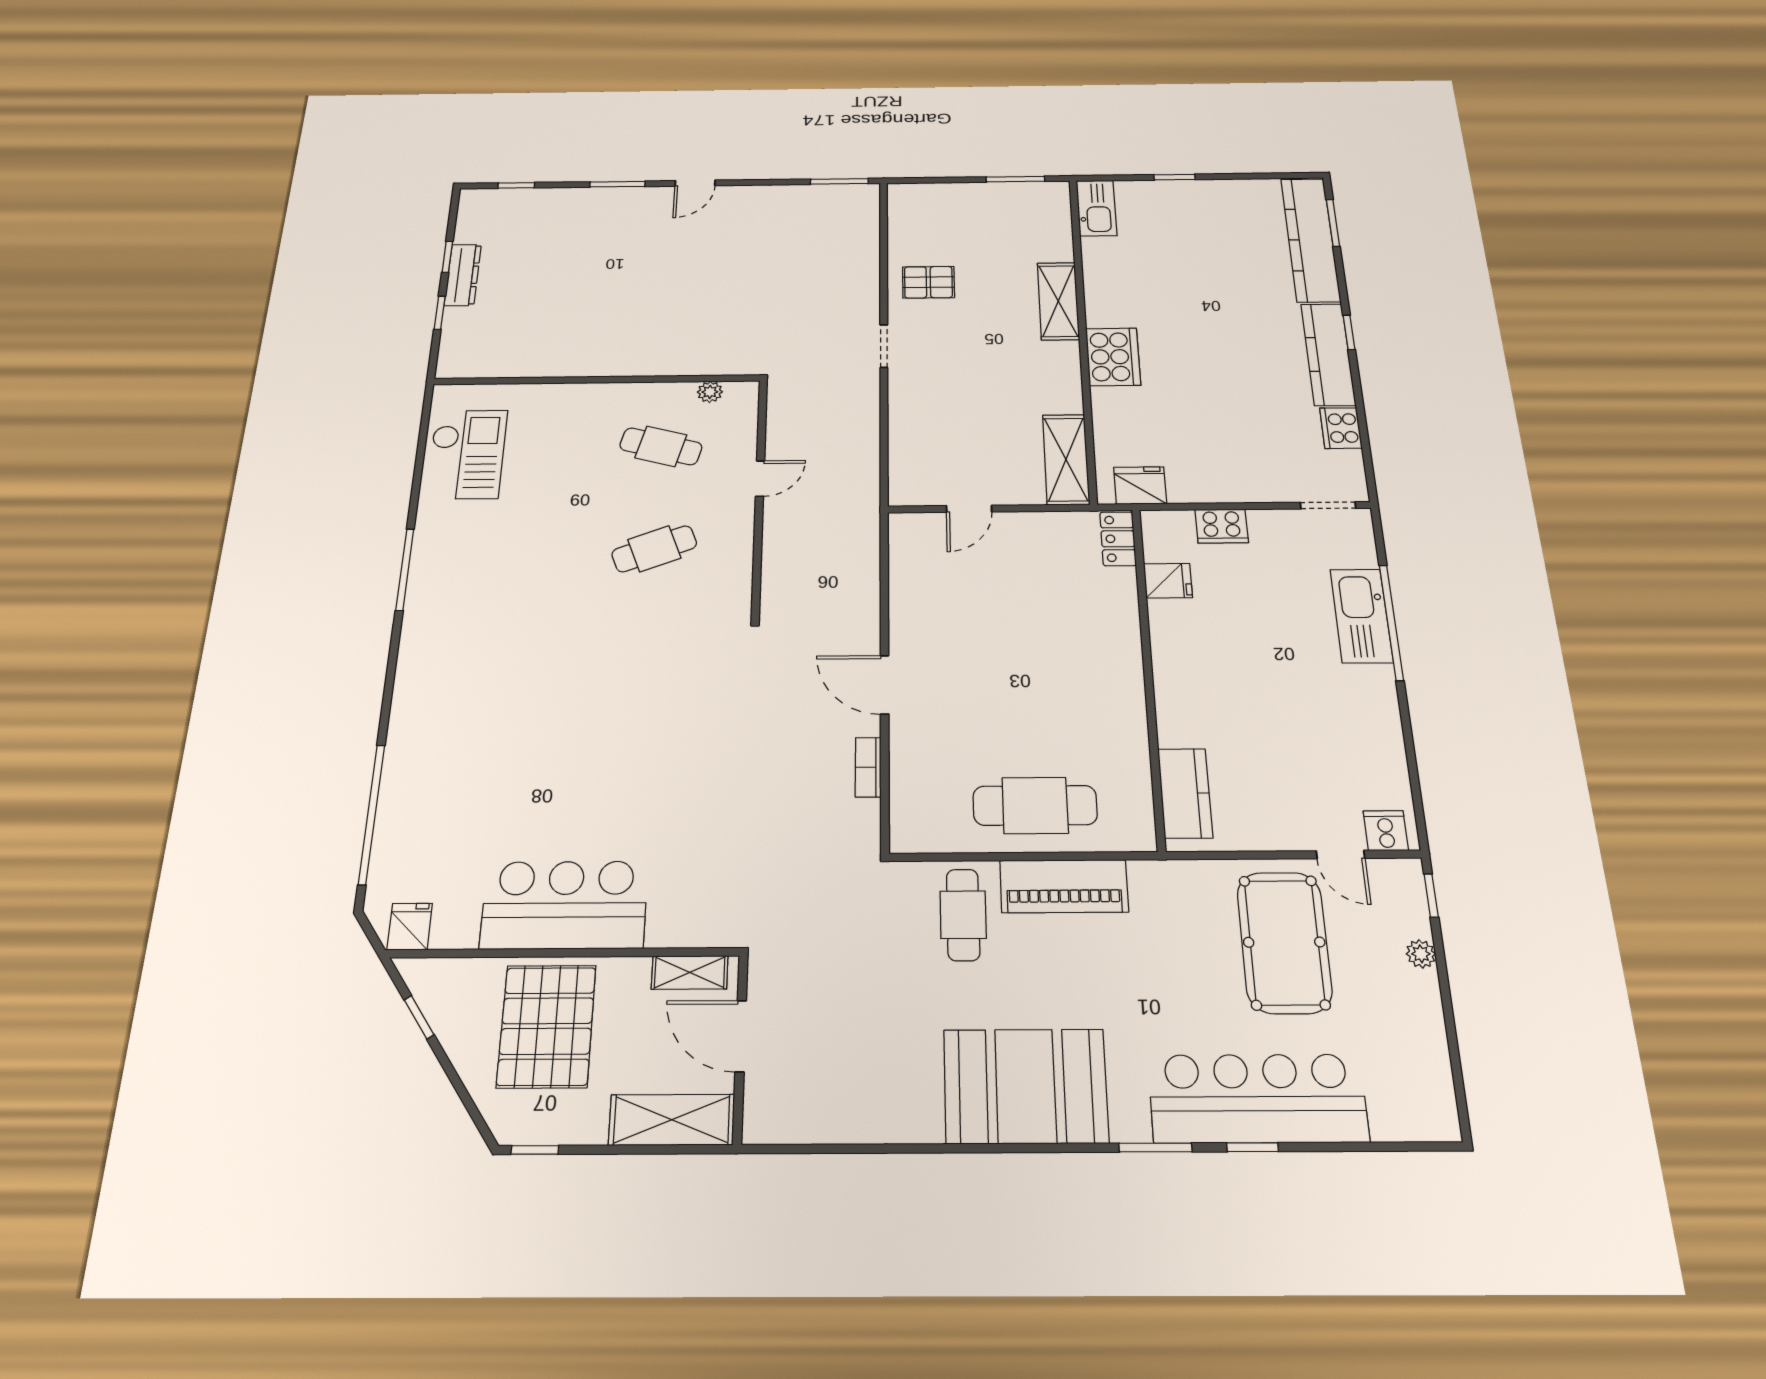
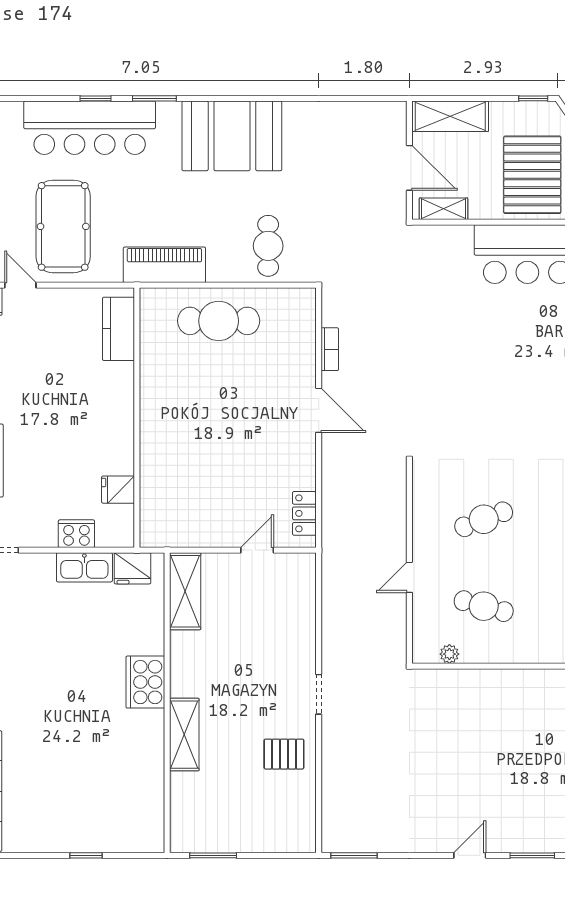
kitchen sink: (1096, 208) -> (84, 567), moved, turned -90
locker: (1118, 539) -> (304, 513), moved, turned 180
piano: (1064, 886) -> (164, 265), moved

